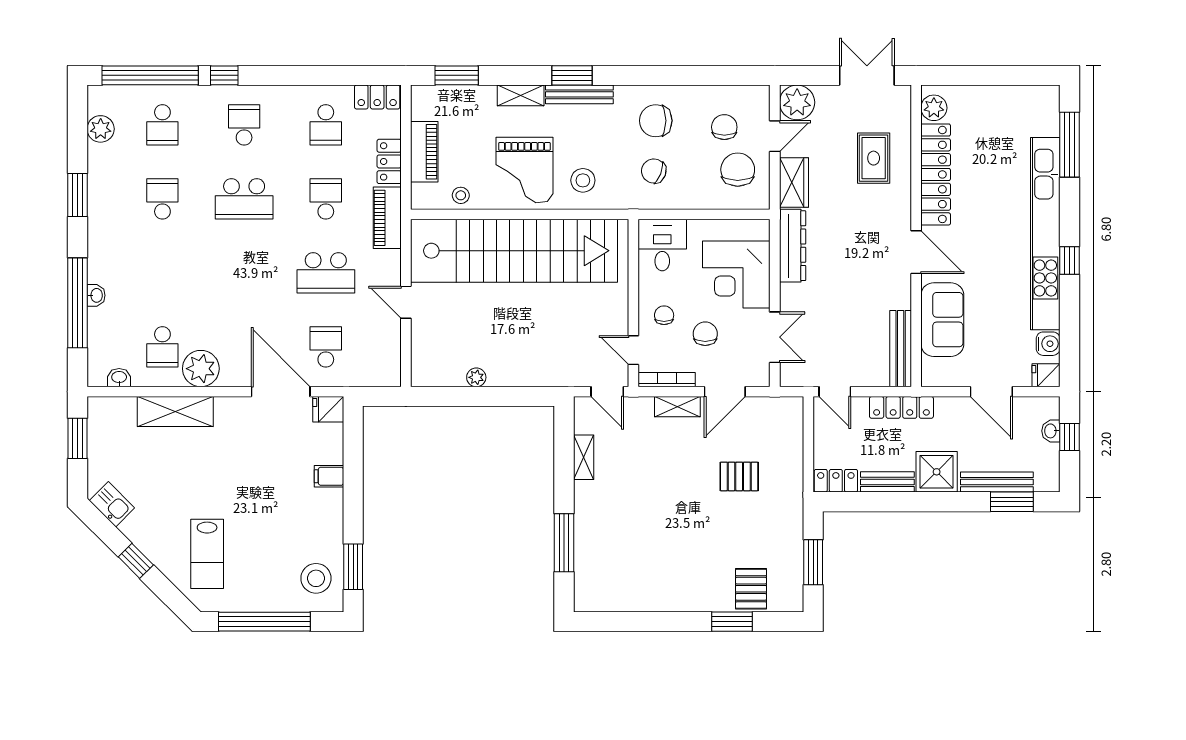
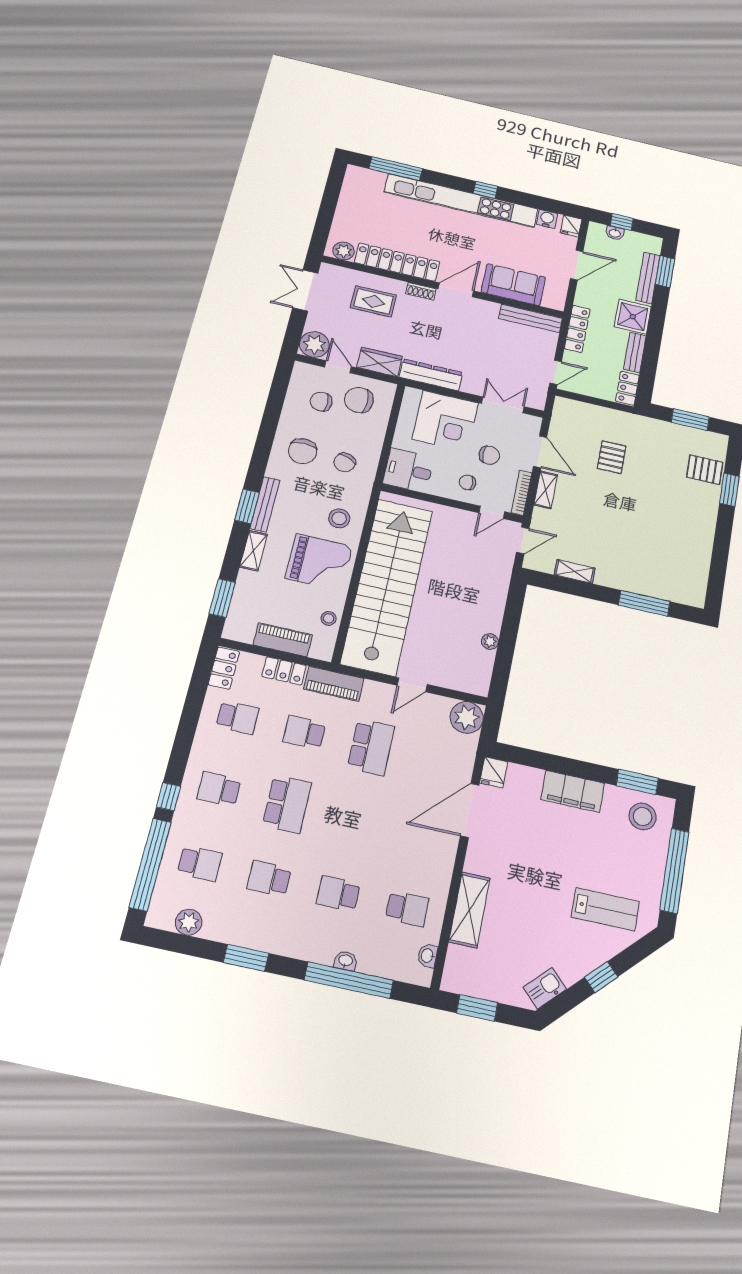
shoe rack: (903, 211) -> (421, 291), added
chair: (705, 334) -> (489, 455), turned 180
school desk: (326, 347) -> (338, 894), moved
plant: (201, 369) -> (467, 717), moved
filing cabinet: (329, 476) -> (573, 791), width x3.00, depth x1.17

